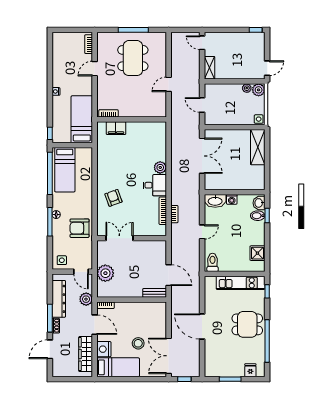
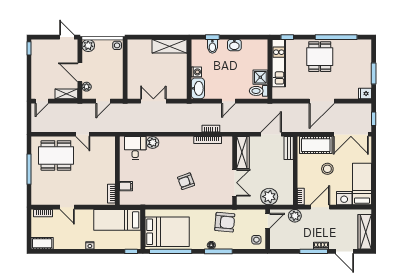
cot: (58, 43) -> (42, 243), added
dining table: (133, 58) -> (56, 155), moved
door: (231, 81) -> (80, 72), added
plant: (247, 88) -> (87, 87), moved
filing cabinet: (116, 128) -> (126, 186), width x0.50
shelving: (258, 147) -> (170, 46), moved
double door: (202, 156) -> (153, 101), width x0.73
plant: (160, 167) -> (153, 143), moved
bed: (65, 170) -> (167, 232), width x1.50
desk: (155, 185) -> (135, 148), moved
armchair: (113, 198) -> (186, 181), moved
washbasin: (259, 203) -> (234, 45), moved
armchair: (80, 228) -> (225, 222), turned -85
door: (202, 232) -> (228, 101), swing flipped
double door: (119, 238) -> (234, 183), swing flipped
wardrobe: (150, 247) -> (243, 153), added
shower: (257, 253) -> (260, 77), moved
dresser: (59, 299) -> (295, 243), removed
cot: (158, 320) -> (316, 145), added
stool: (138, 343) -> (327, 169), moved
wardrobe: (86, 354) -> (365, 232), moved, turned 90
fridge: (250, 370) -> (365, 94), moved

